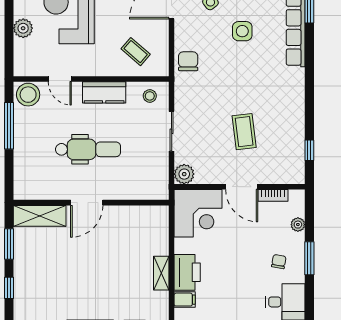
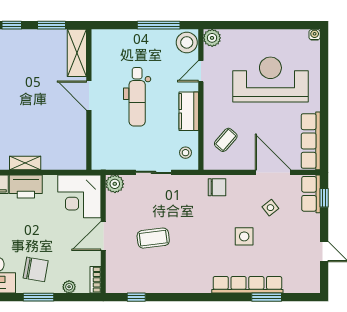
plant: (23, 28) -> (212, 38), moved
bookcase: (273, 195) -> (96, 280), moved
chair: (279, 262) -> (36, 269), width x1.87, depth x1.87

